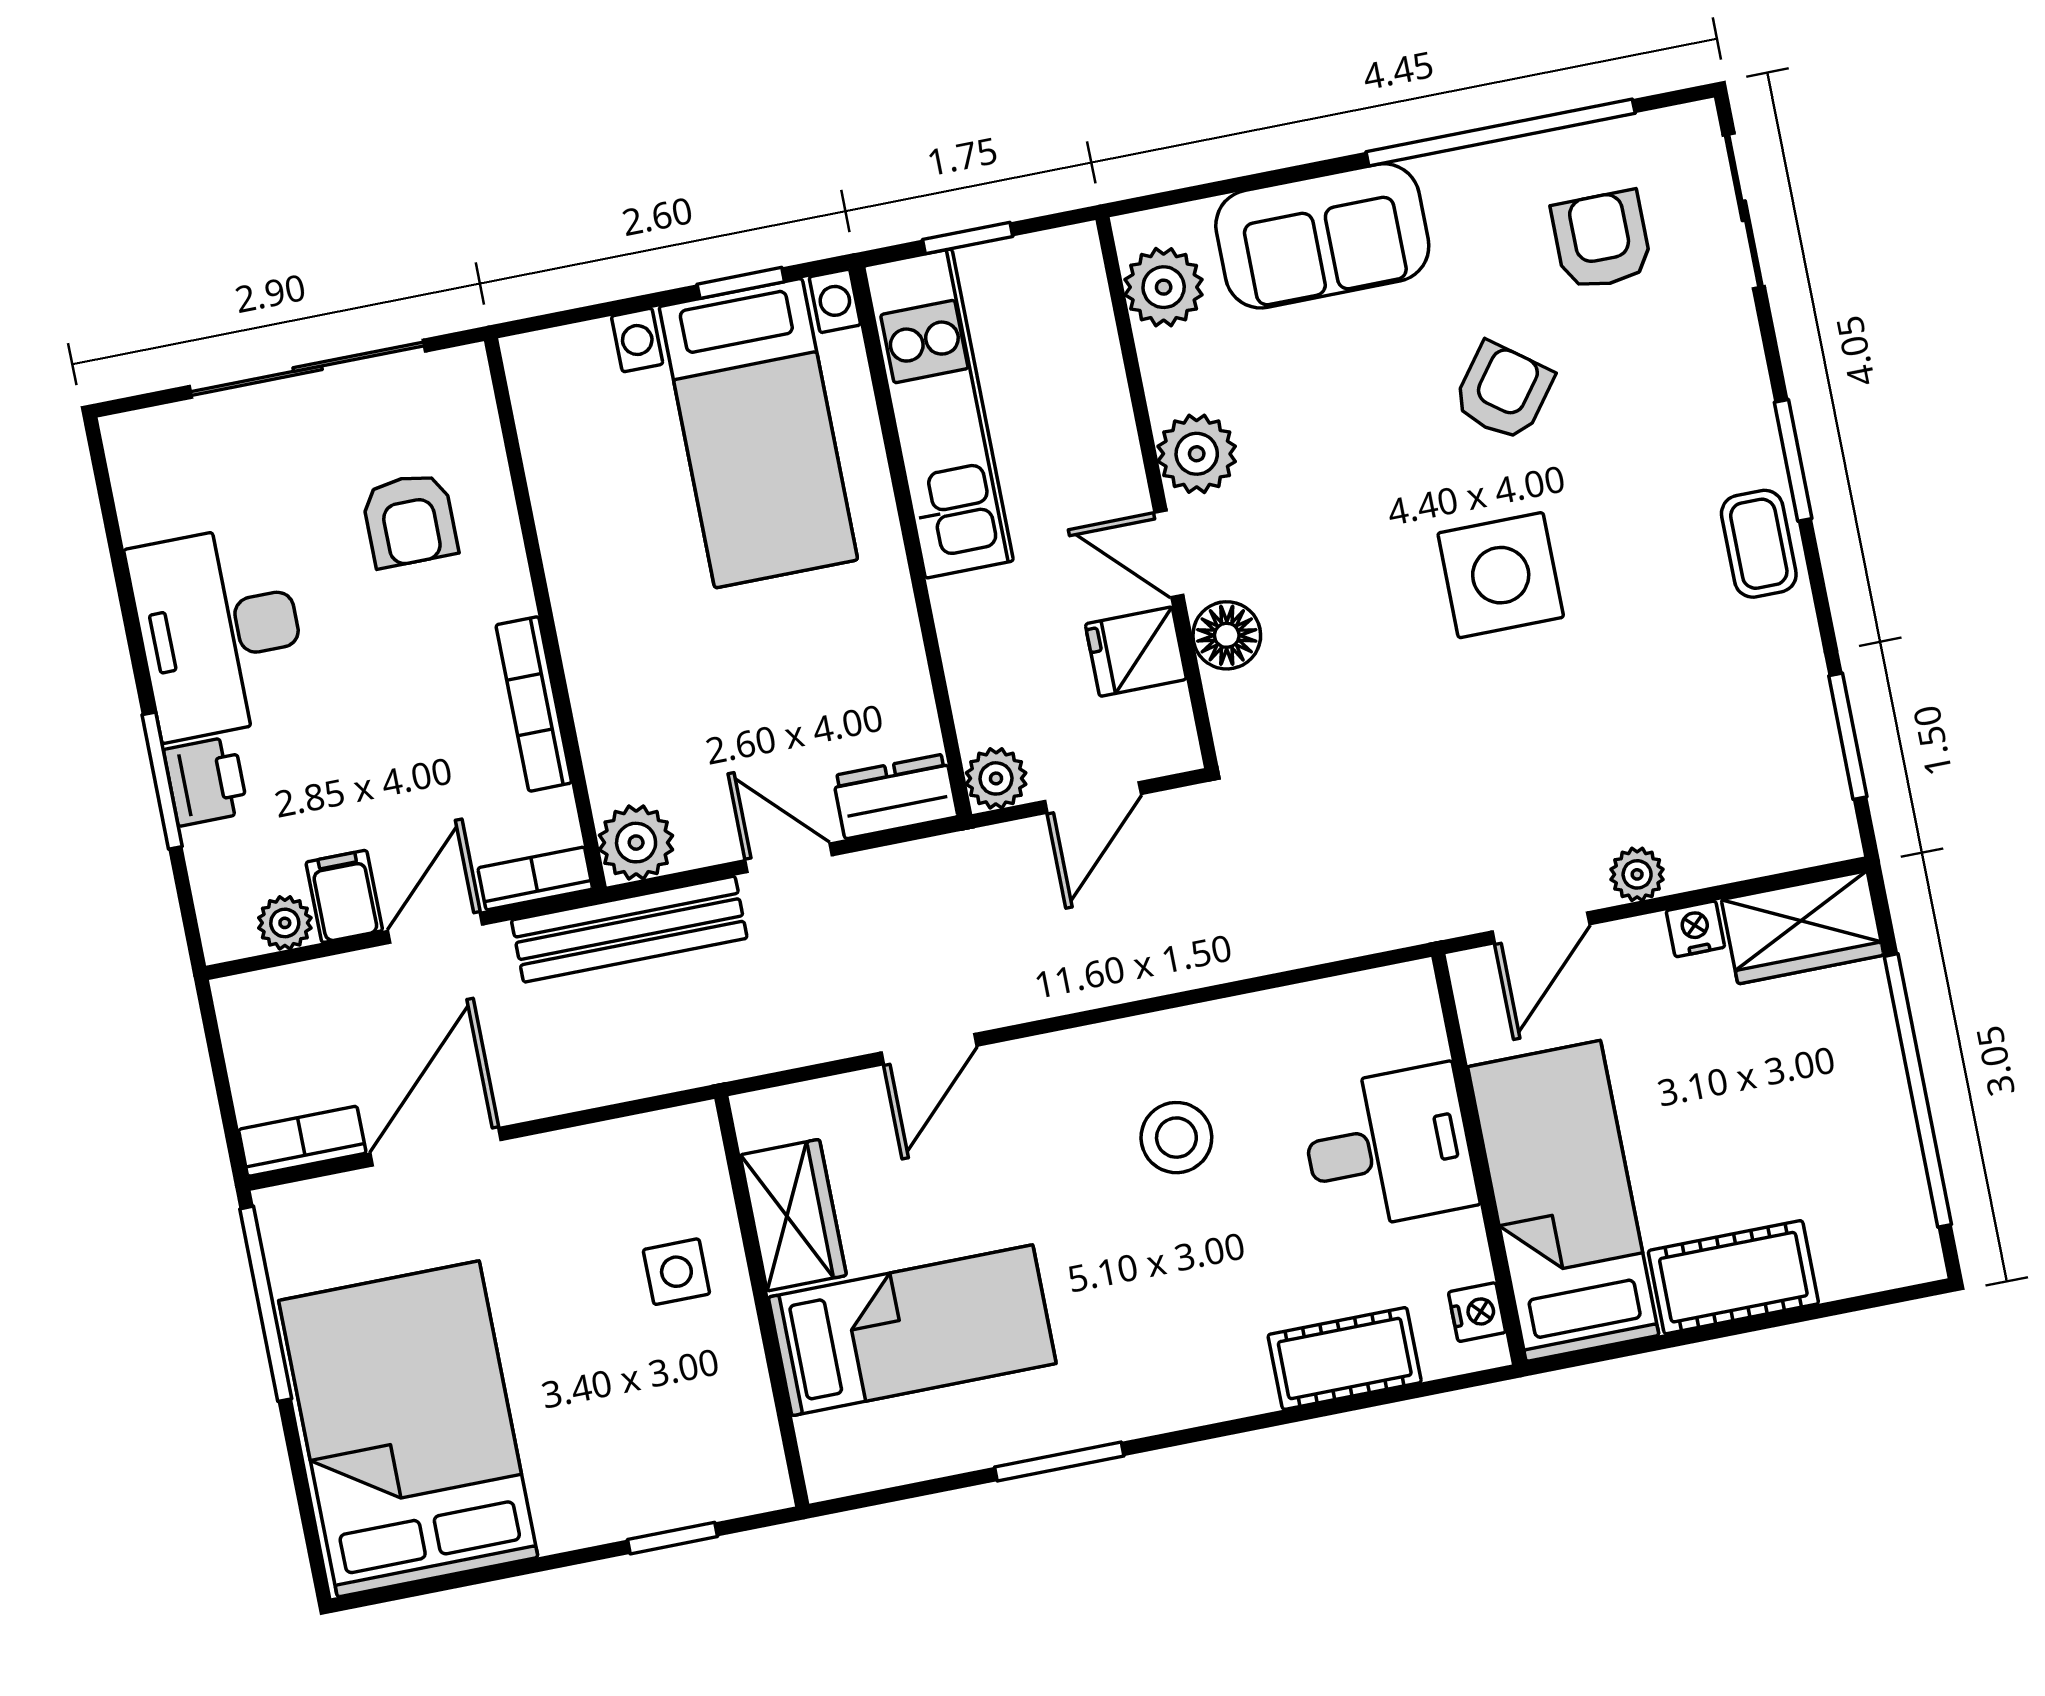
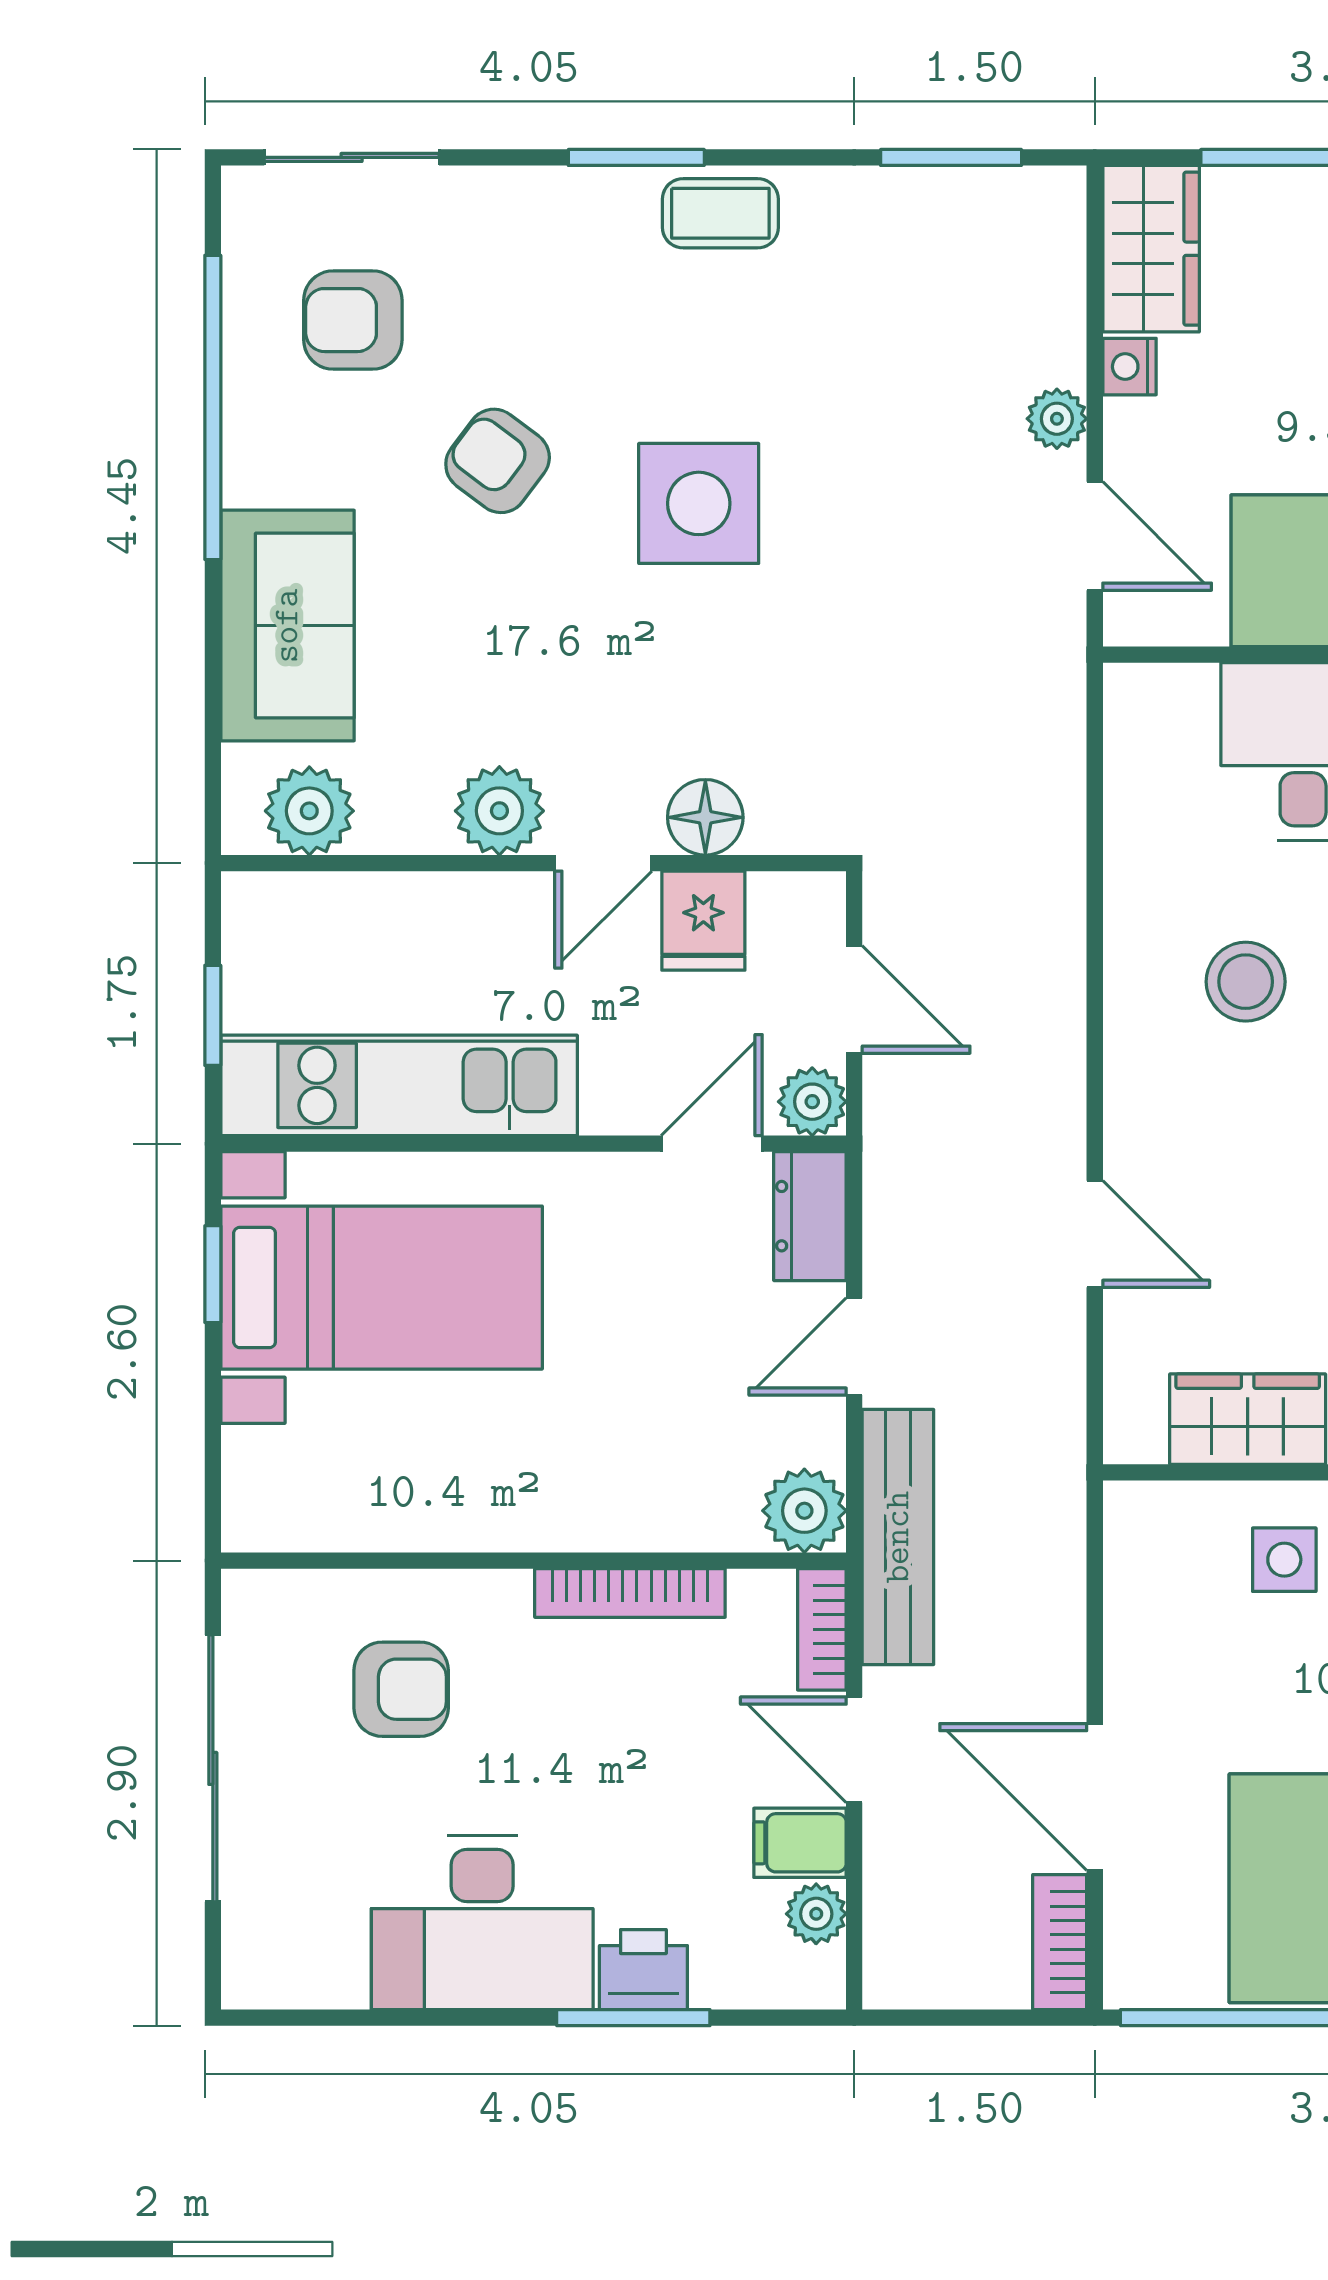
door: (942, 698) -> (712, 1144), added

